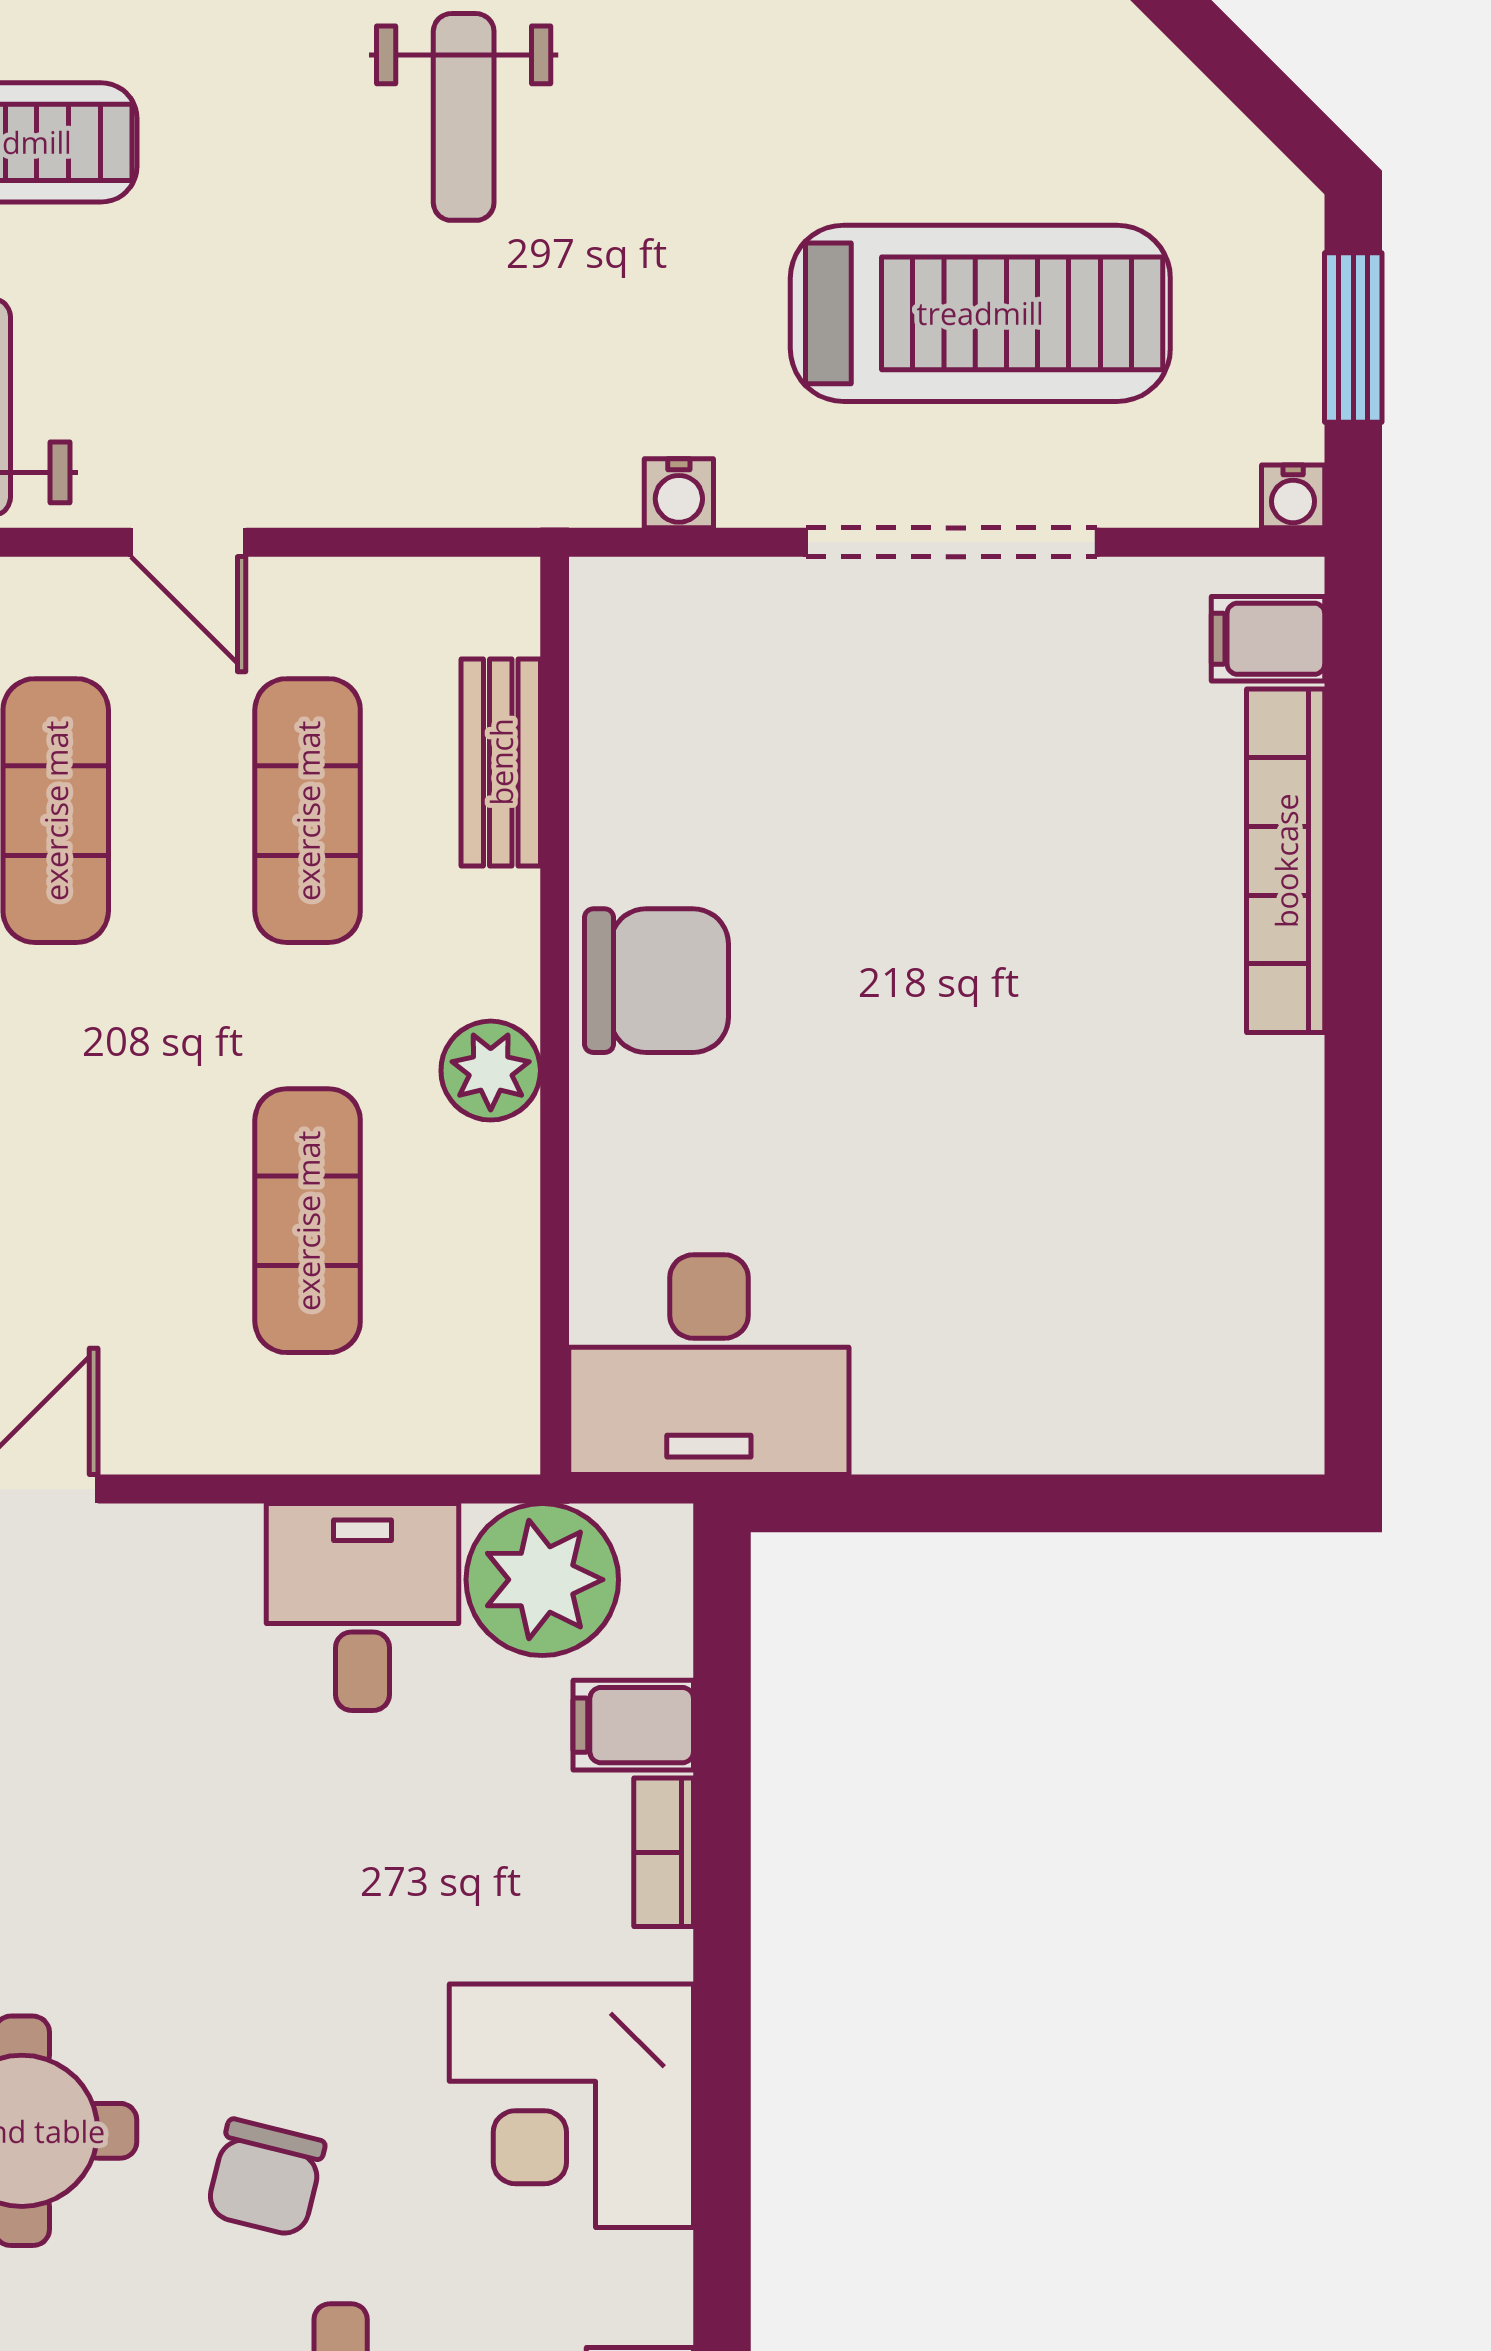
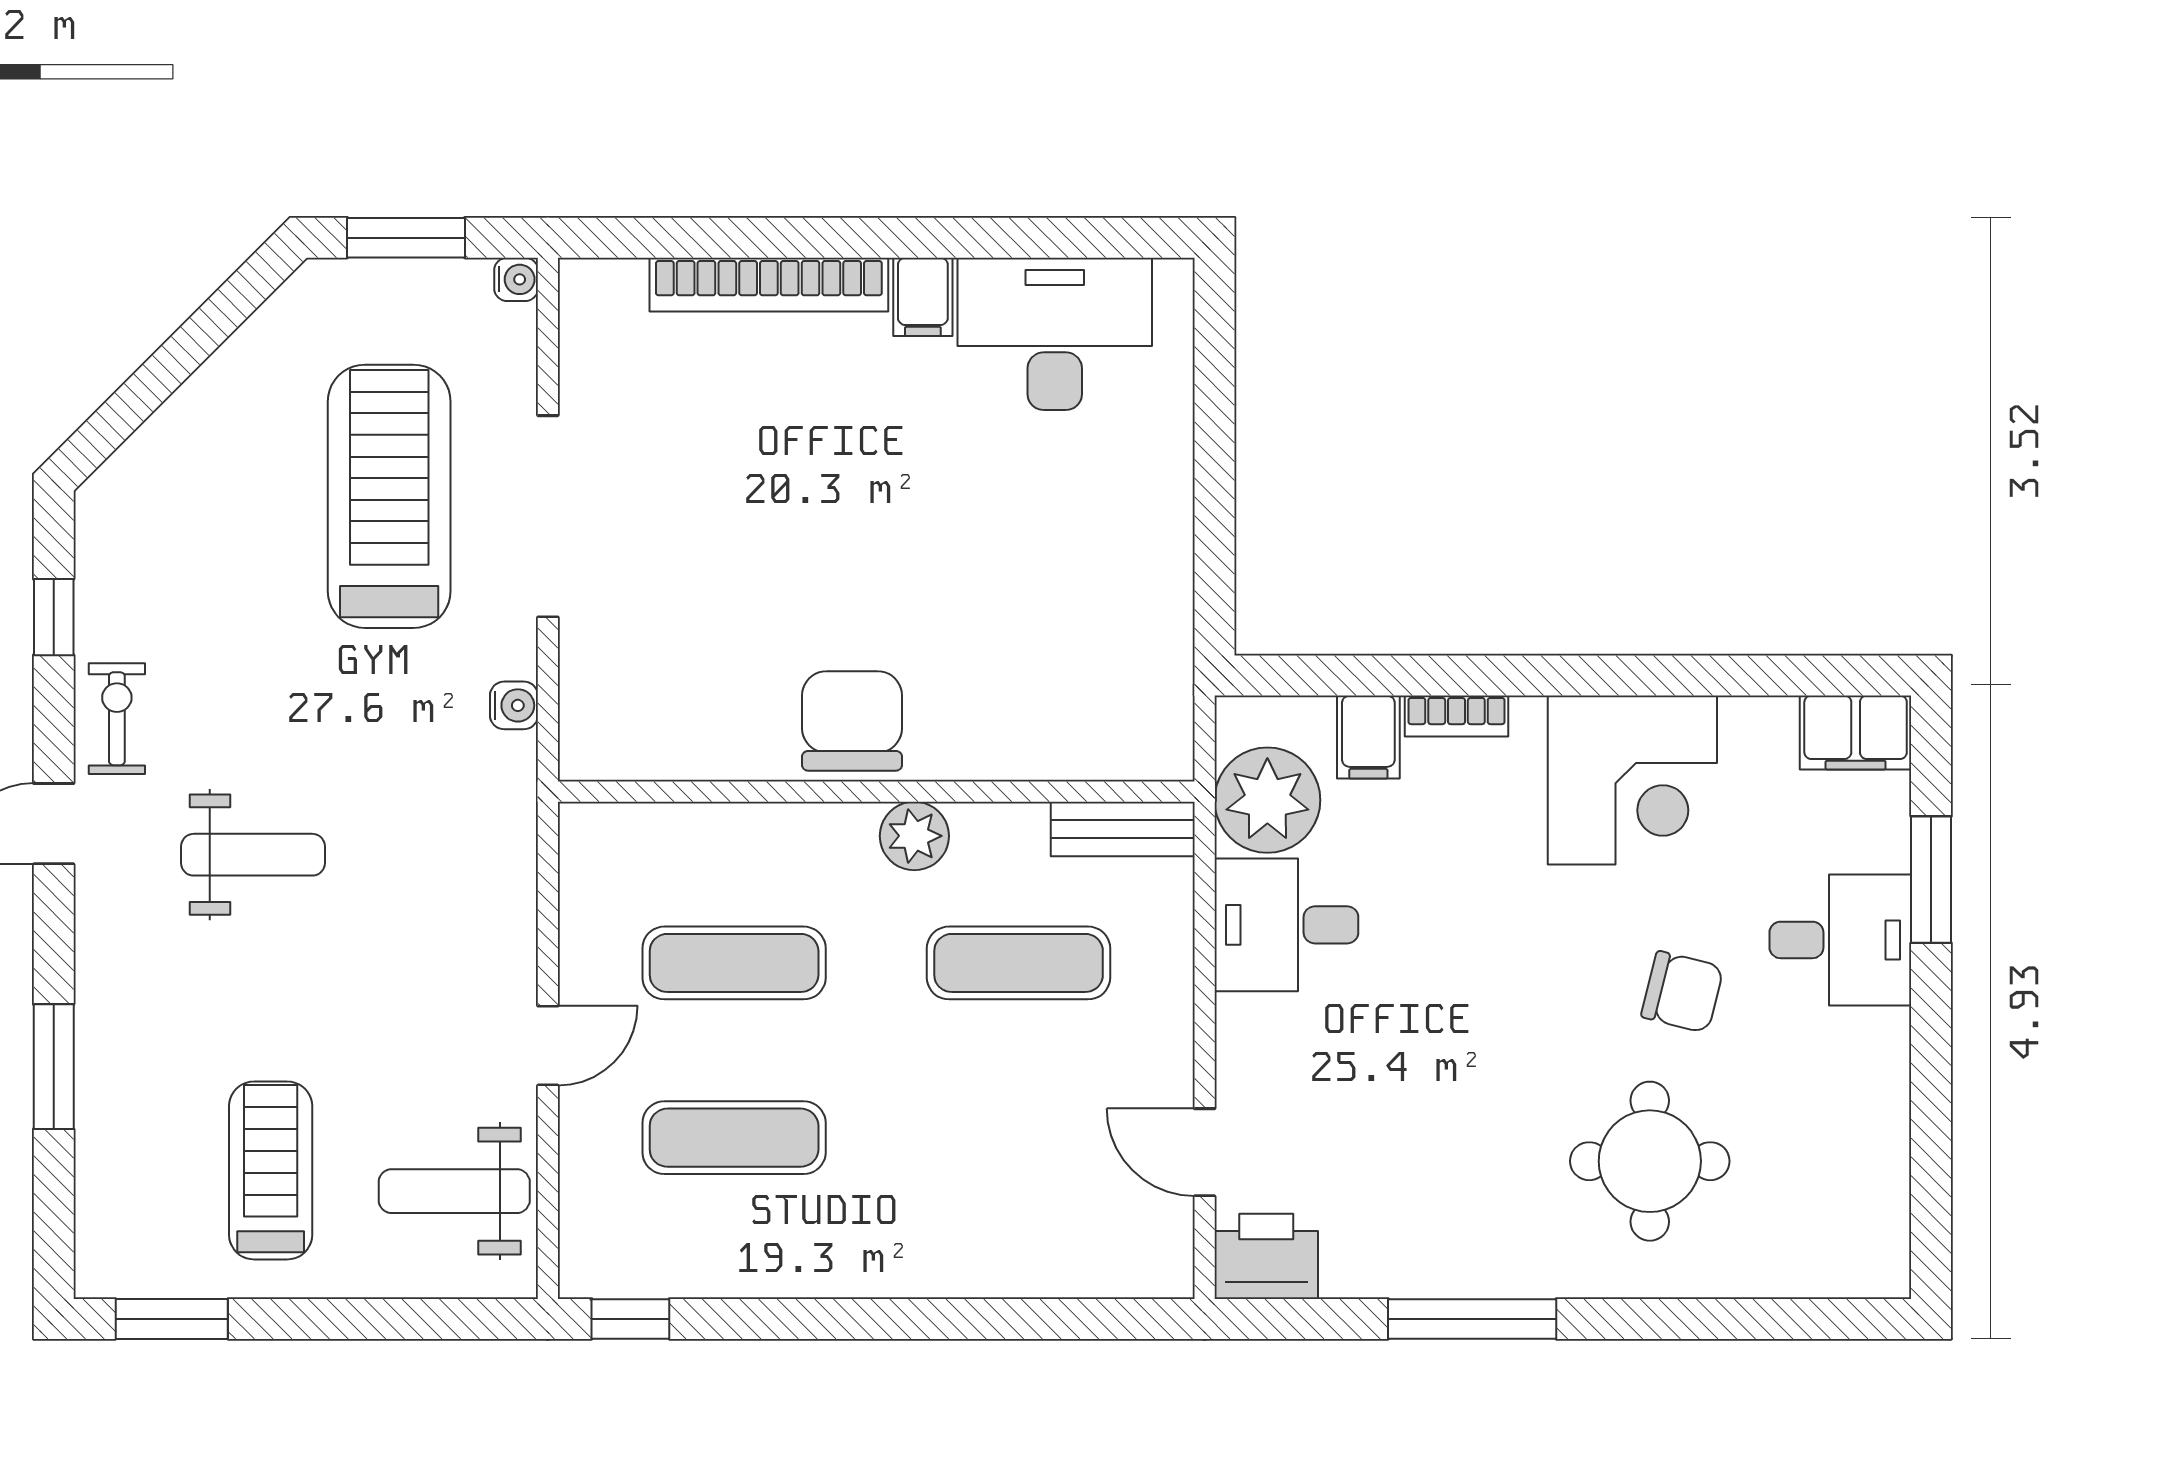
filing cabinet: (1268, 639) -> (923, 297), moved
bench: (501, 762) -> (1123, 829), moved
desk: (709, 1365) -> (1055, 334), moved, turned -90

